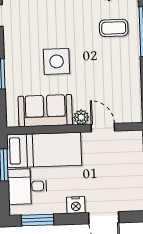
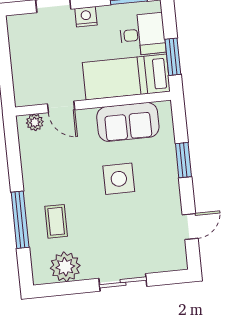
coffee table: (114, 28) -> (56, 221), turned 90
plant: (81, 117) -> (35, 122), moved

